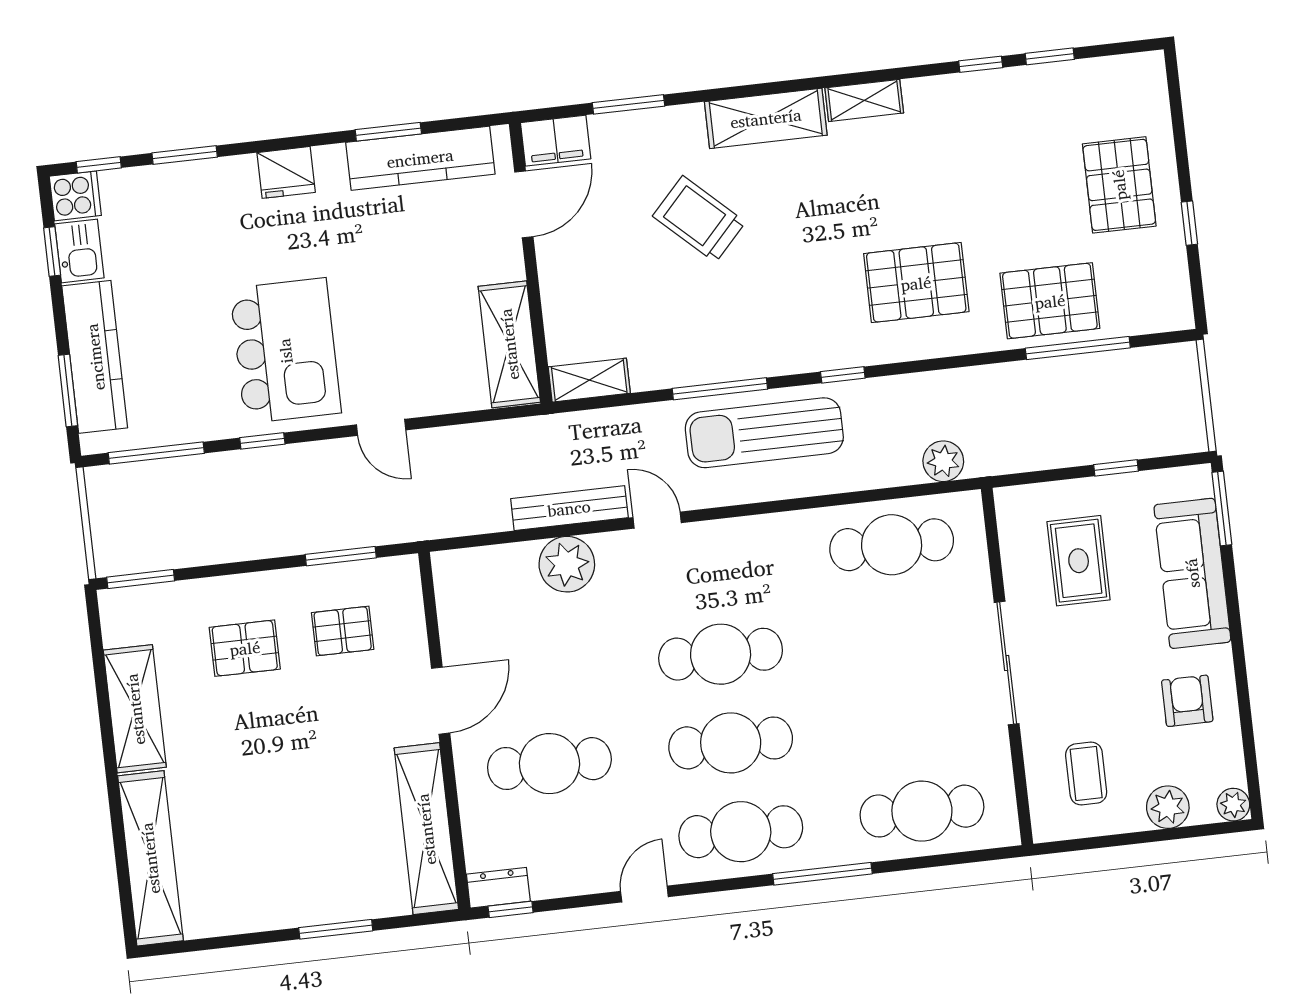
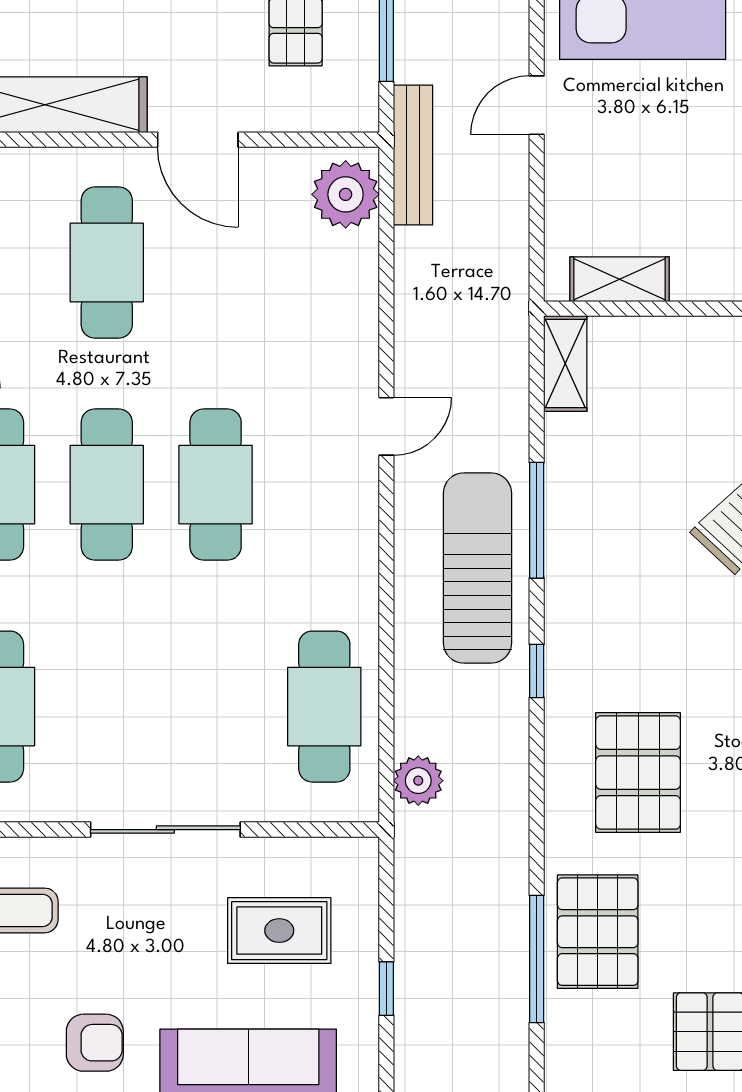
shelving: (509, 344) -> (620, 279), width x0.67, depth x0.75
bench: (569, 508) -> (413, 155), moved
plant: (567, 564) -> (346, 194), moved

